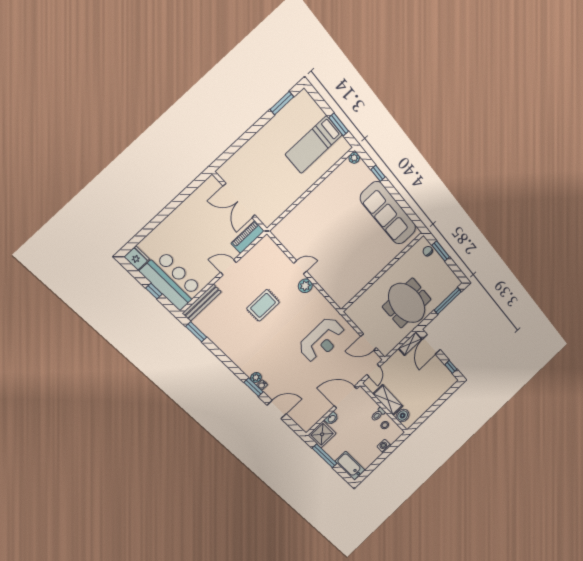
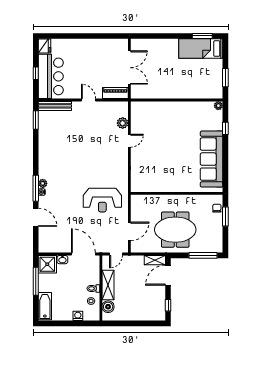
bed: (314, 145) -> (201, 48), moved
double door: (239, 201) -> (129, 68), swing flipped
door: (300, 267) -> (129, 141), hinge flipped
plant: (305, 286) -> (123, 123), moved
meeting table: (407, 303) -> (175, 230), turned 90
rug: (263, 305) -> (87, 142), removed
door: (369, 342) -> (129, 231), swing flipped
window: (254, 387) -> (36, 188), width x1.44

